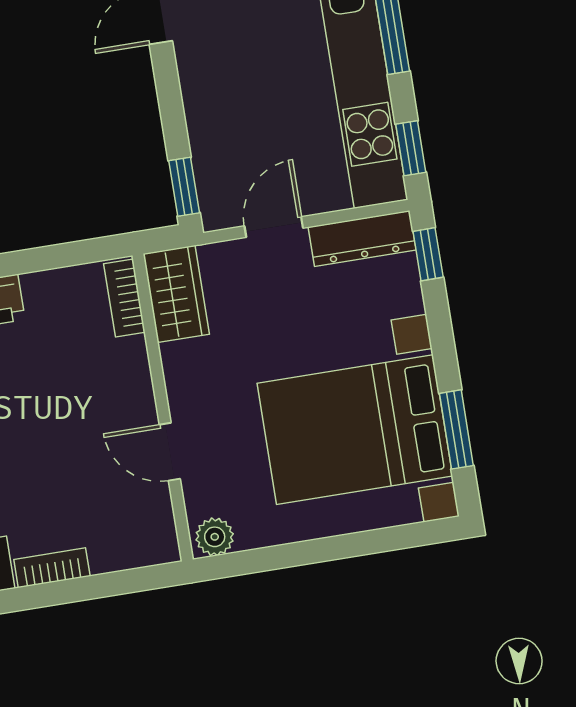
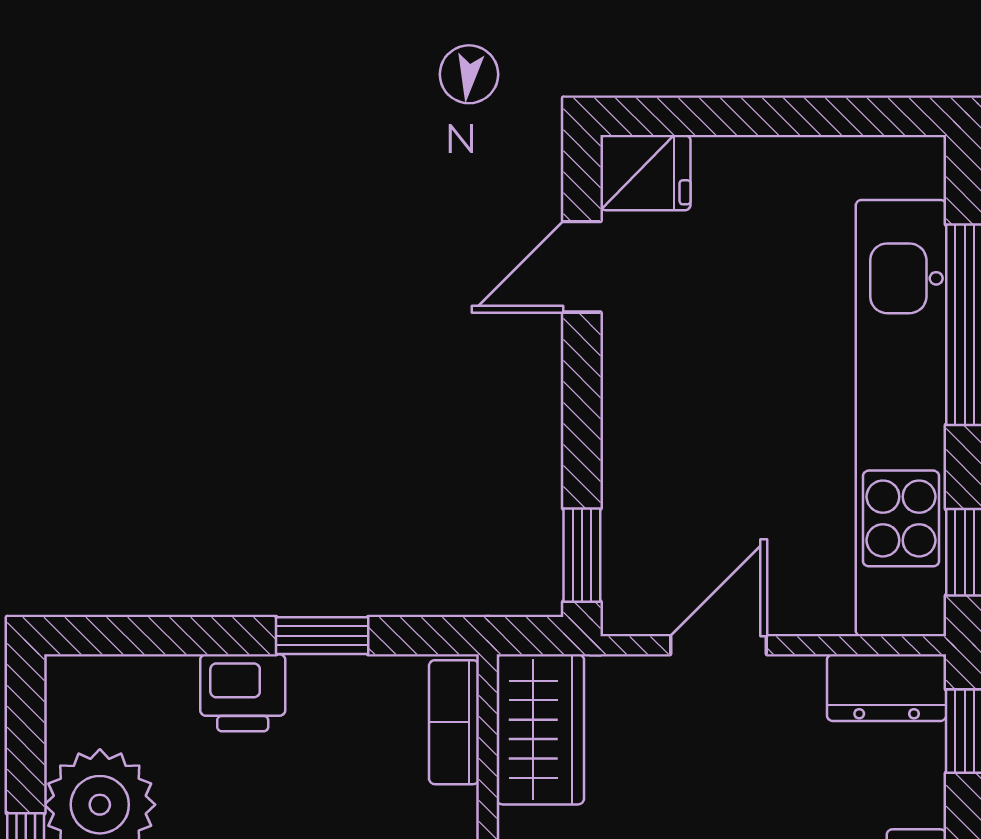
dresser: (362, 238) -> (887, 688), width x0.70
window: (38, 259) -> (322, 636), added

